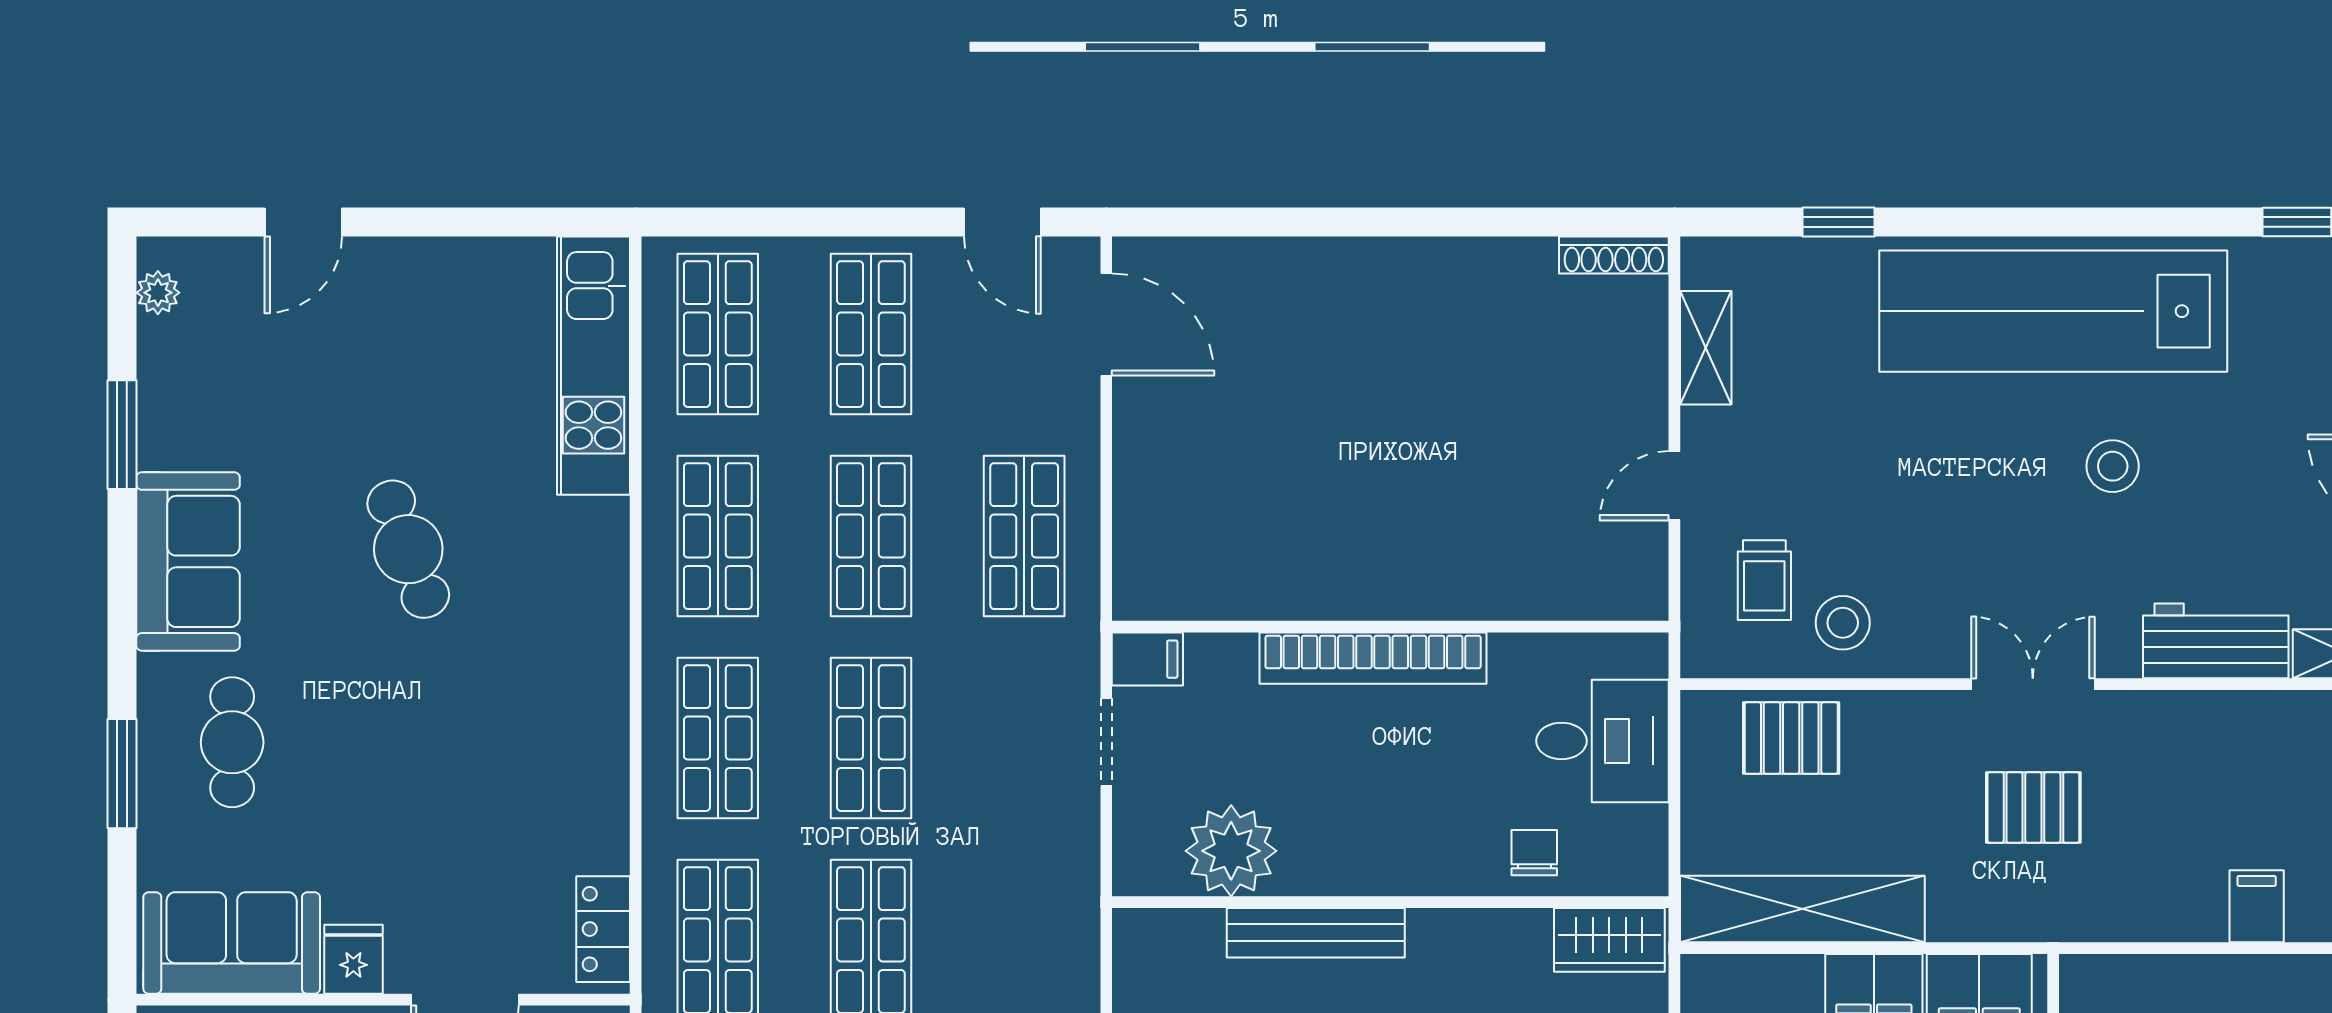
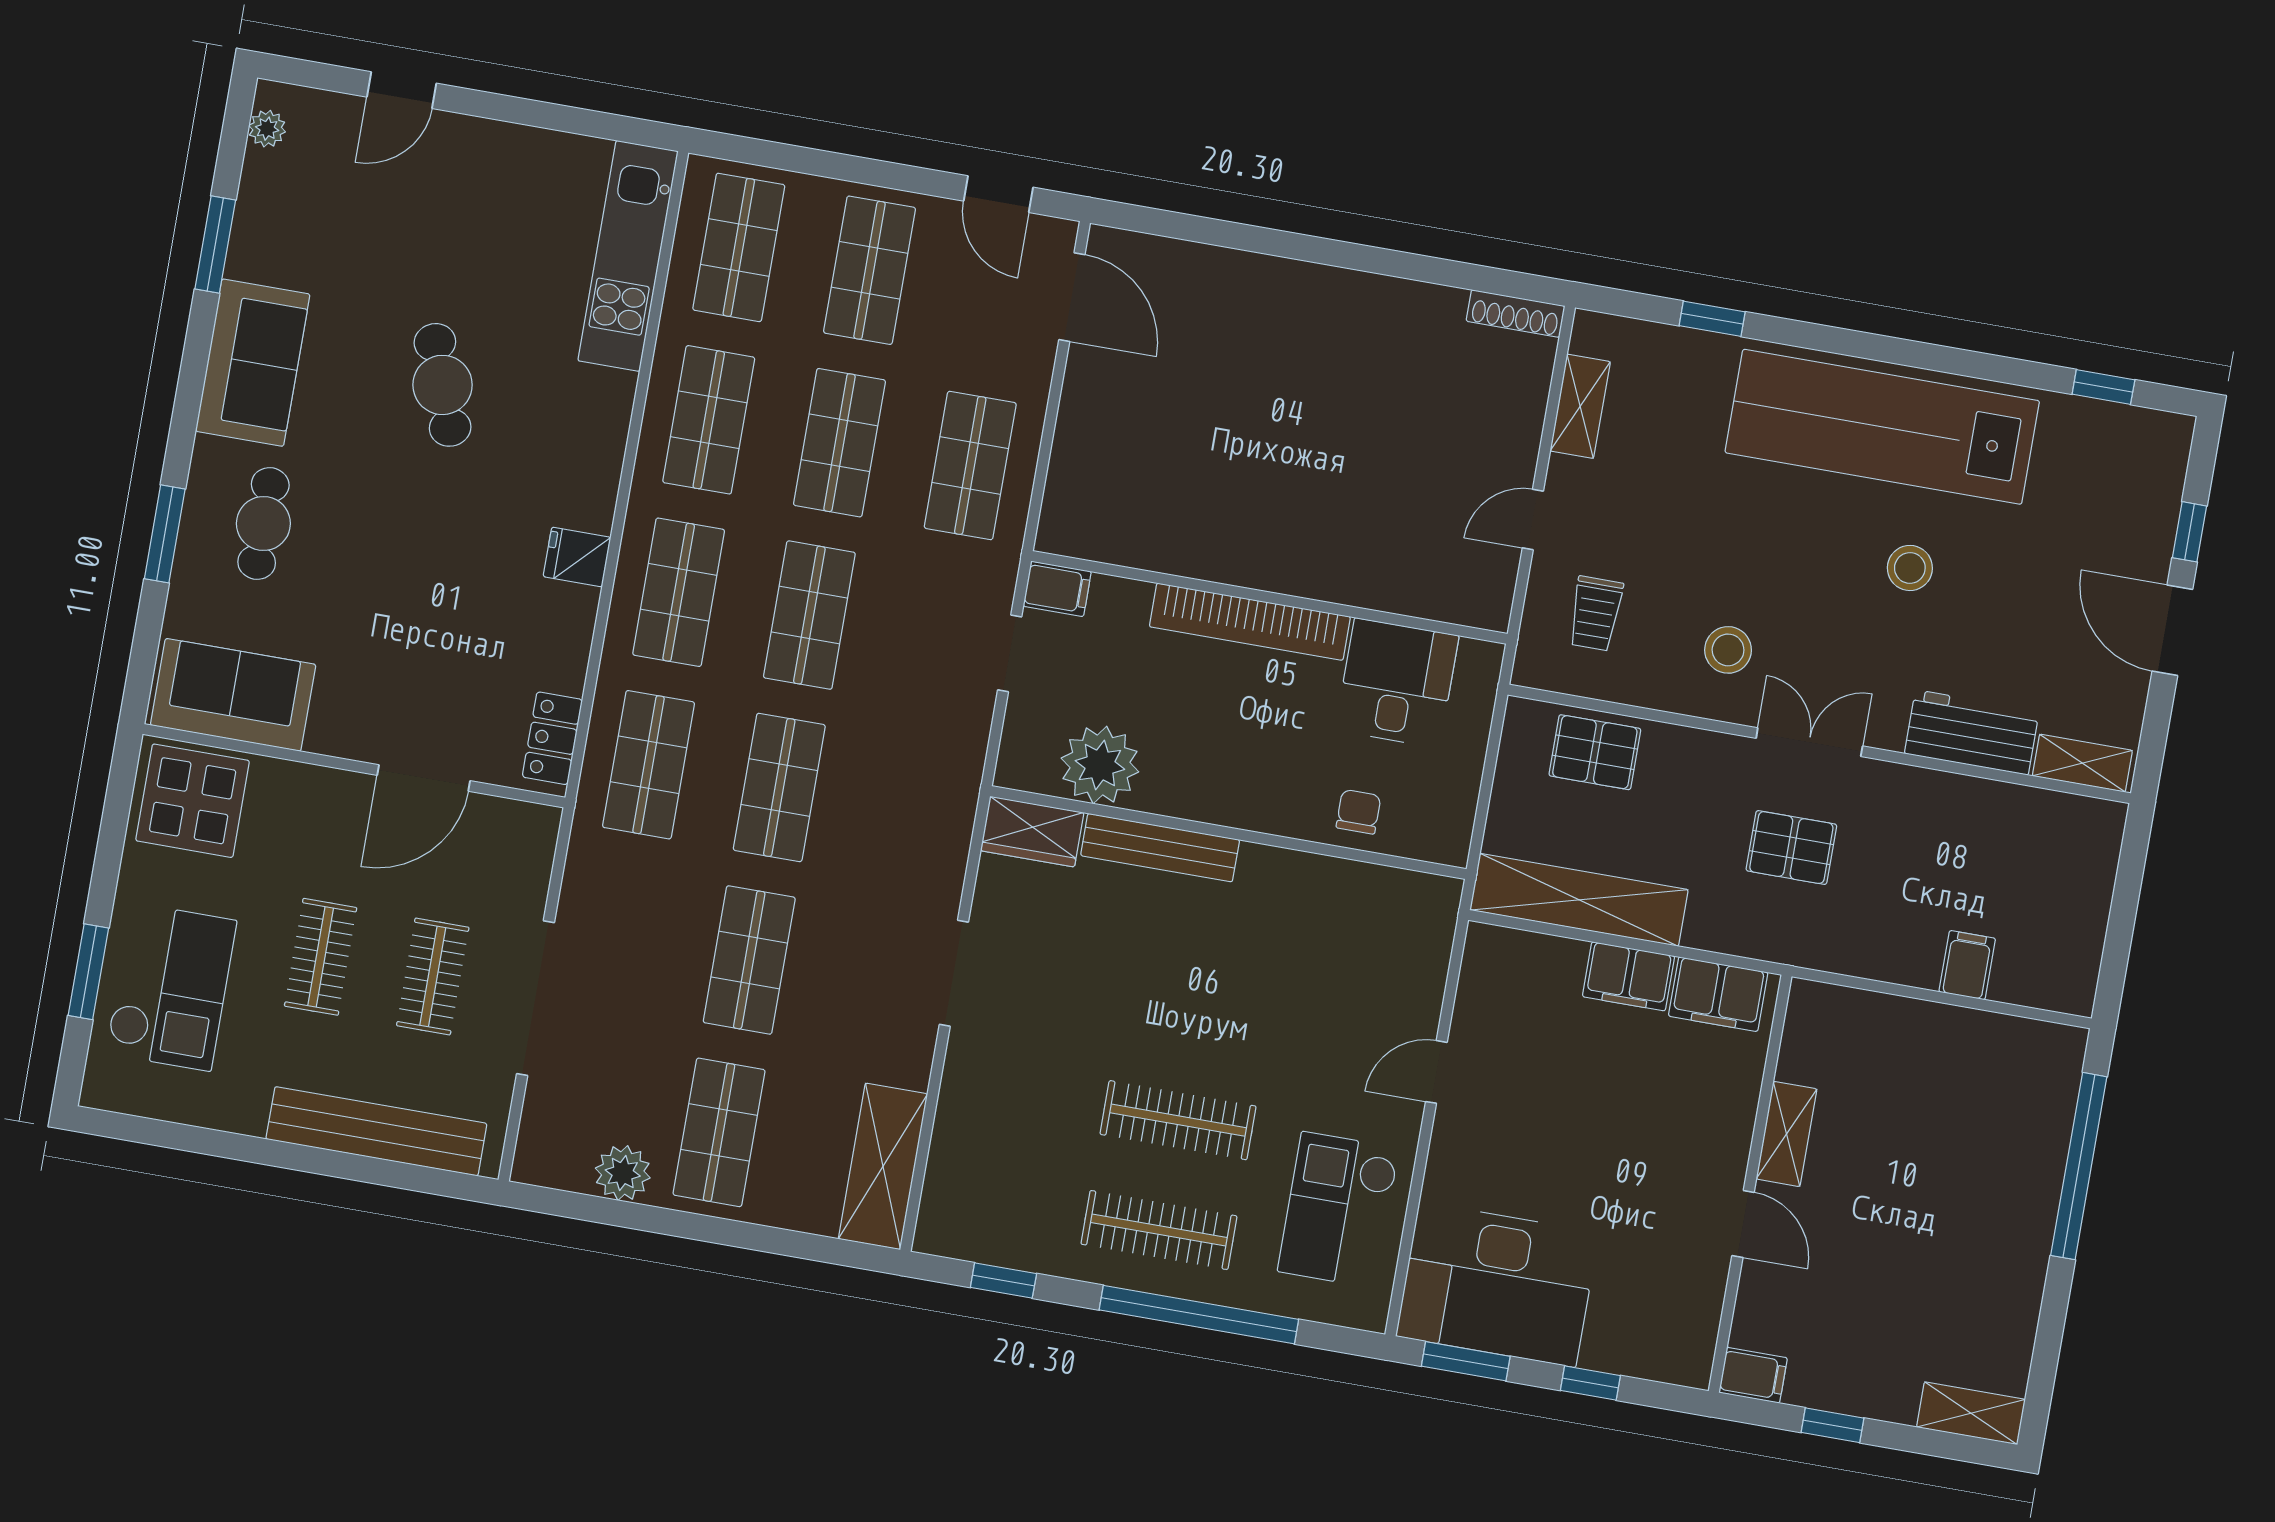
stool: (1843, 623) -> (1728, 650), moved
desk: (1603, 741) -> (1397, 683), moved, turned -90
wardrobe: (1609, 940) -> (1032, 832), moved
fridge: (353, 959) -> (577, 557), moved, turned -90

